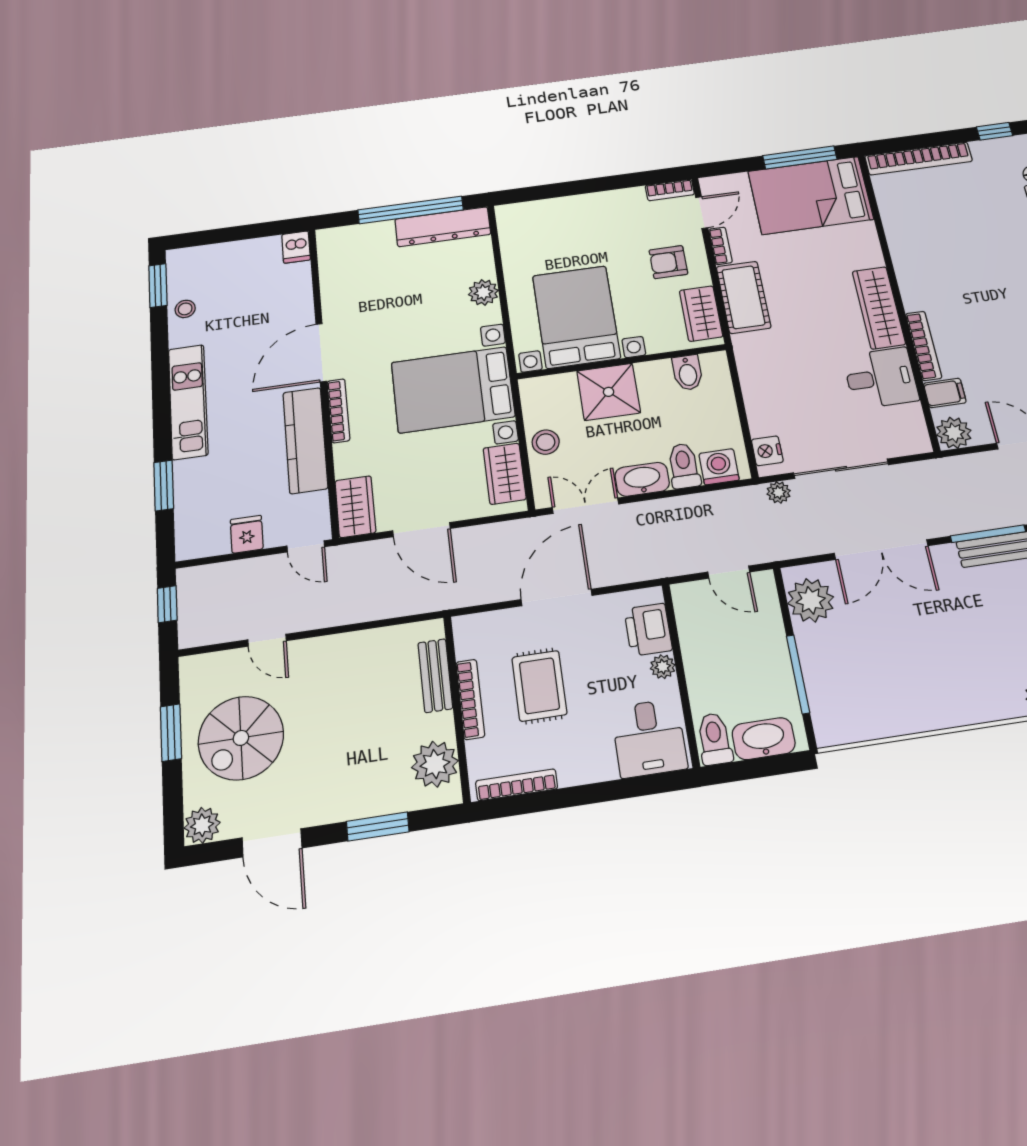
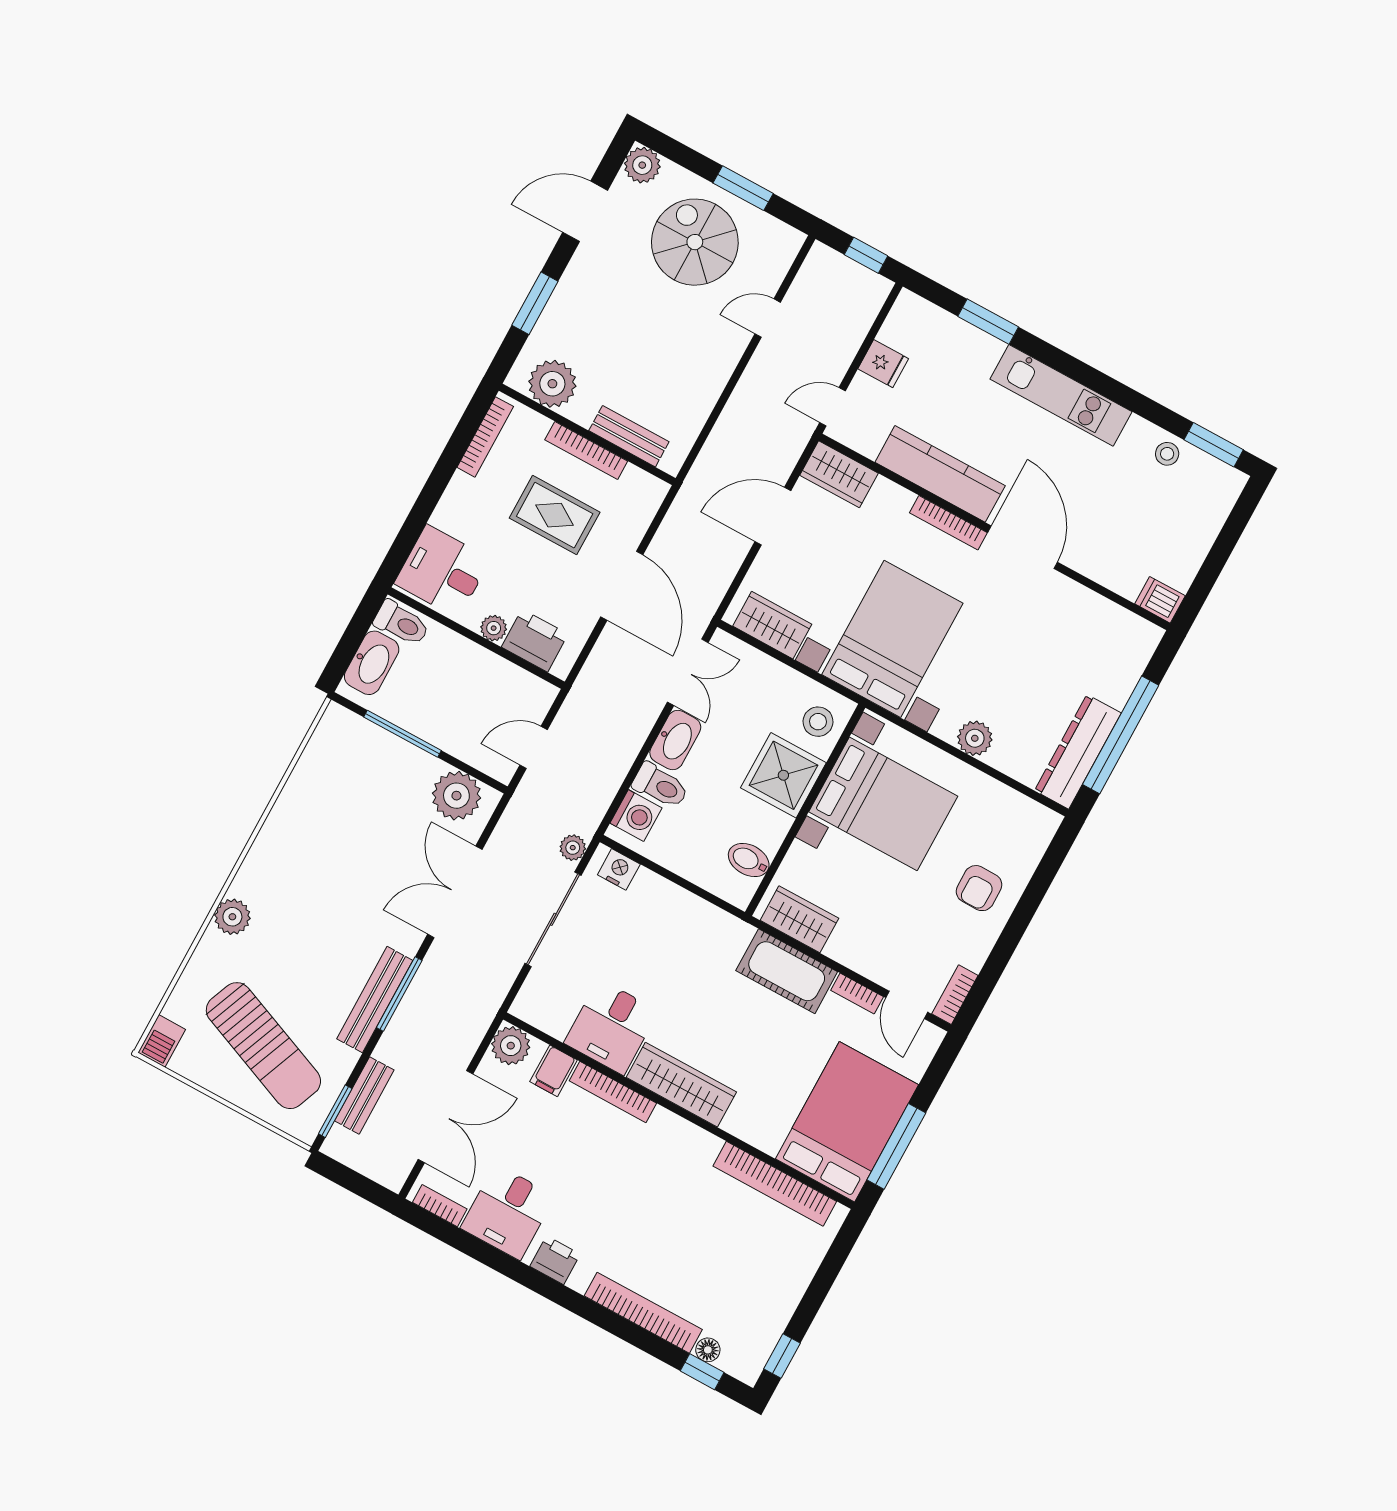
bookcase: (918, 159) -> (775, 1184), moved, turned -90
armchair: (668, 262) -> (979, 888), moved, turned 180
stool: (546, 442) -> (818, 722), moved

